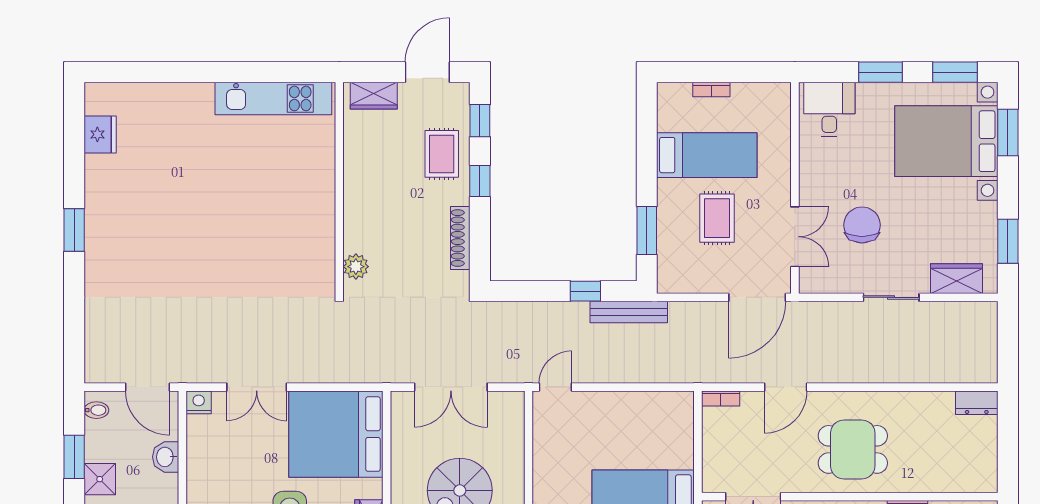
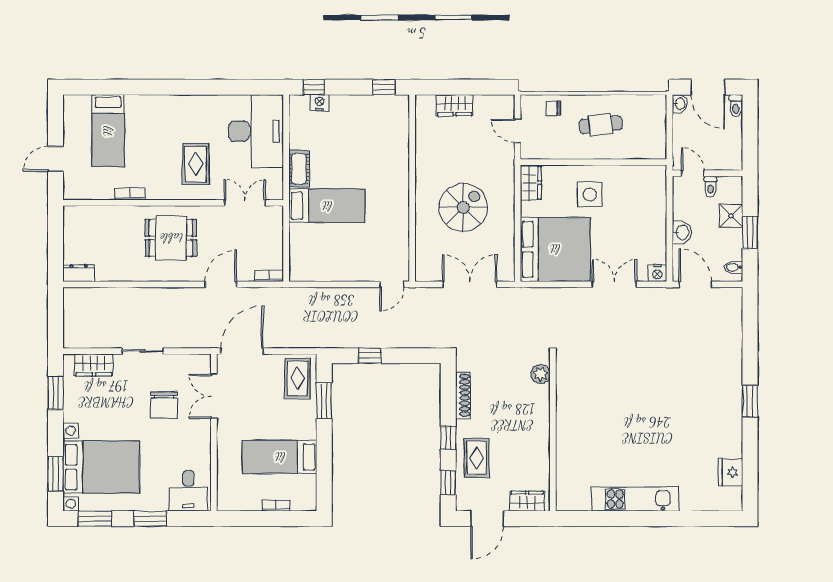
kitchen unit: (273, 98) -> (635, 499), moved
rug: (717, 218) -> (297, 378), moved
bench: (629, 312) -> (338, 340), removed

